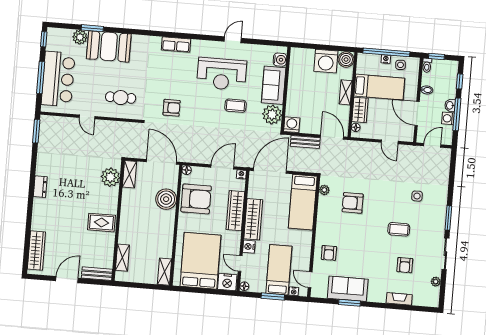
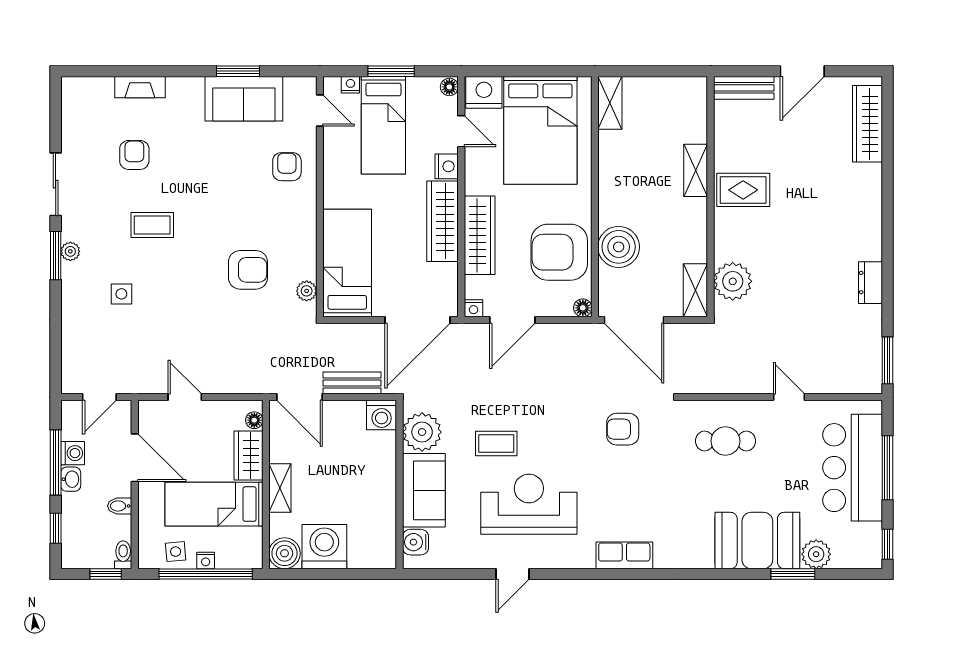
dresser: (40, 187) -> (870, 283), moved
shelving: (122, 258) -> (696, 170), moved
plant: (436, 282) -> (70, 251), moved

